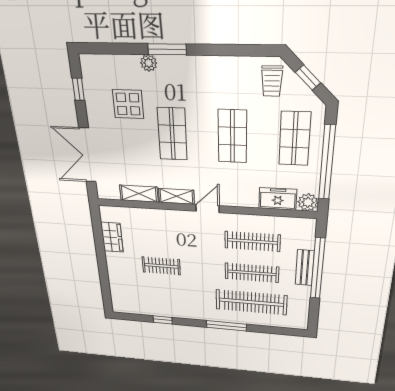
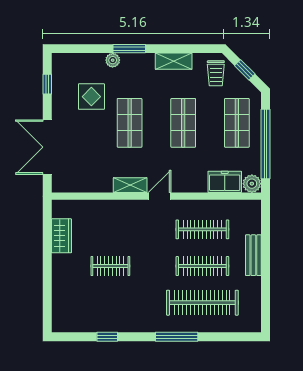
shelving: (139, 194) -> (174, 61), moved
window: (318, 269) -> (266, 255), removed

